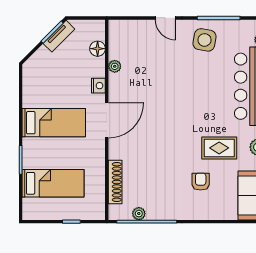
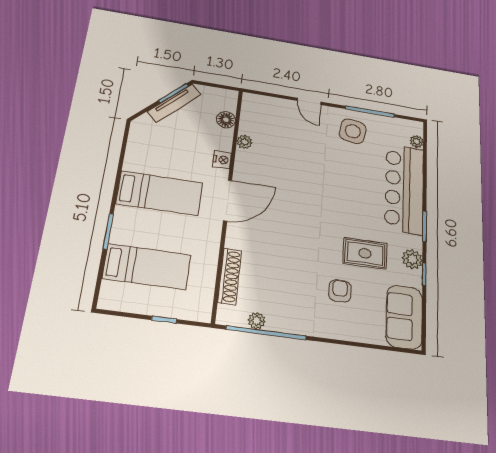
tv unit: (59, 36) -> (174, 103), width x1.41

